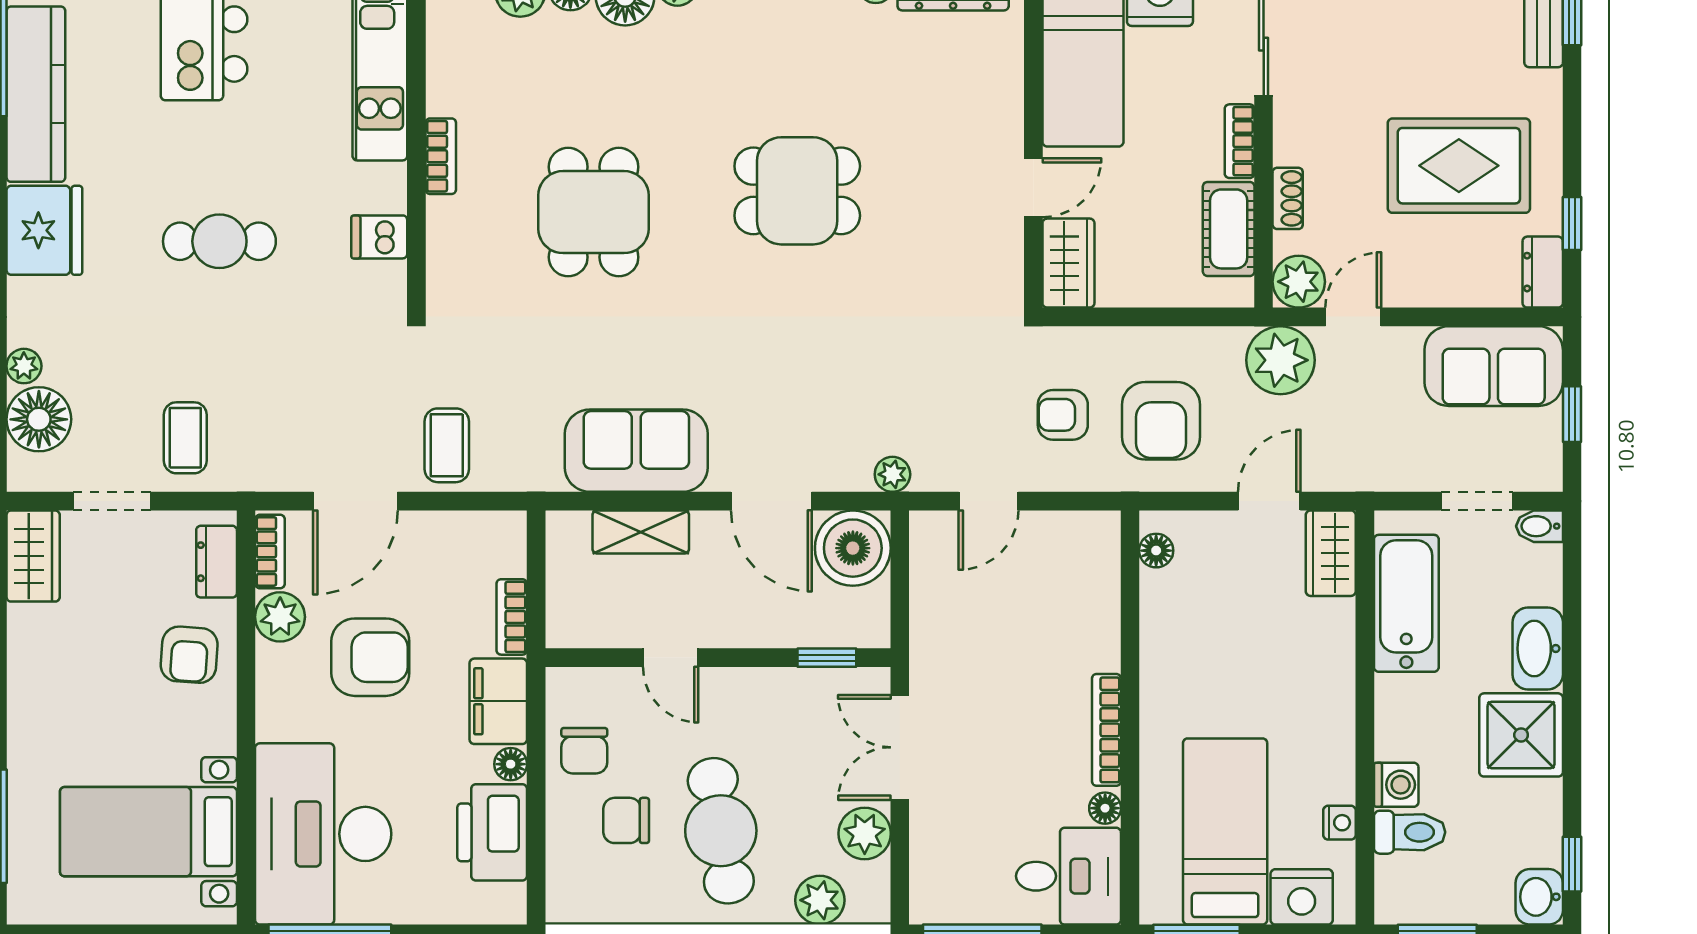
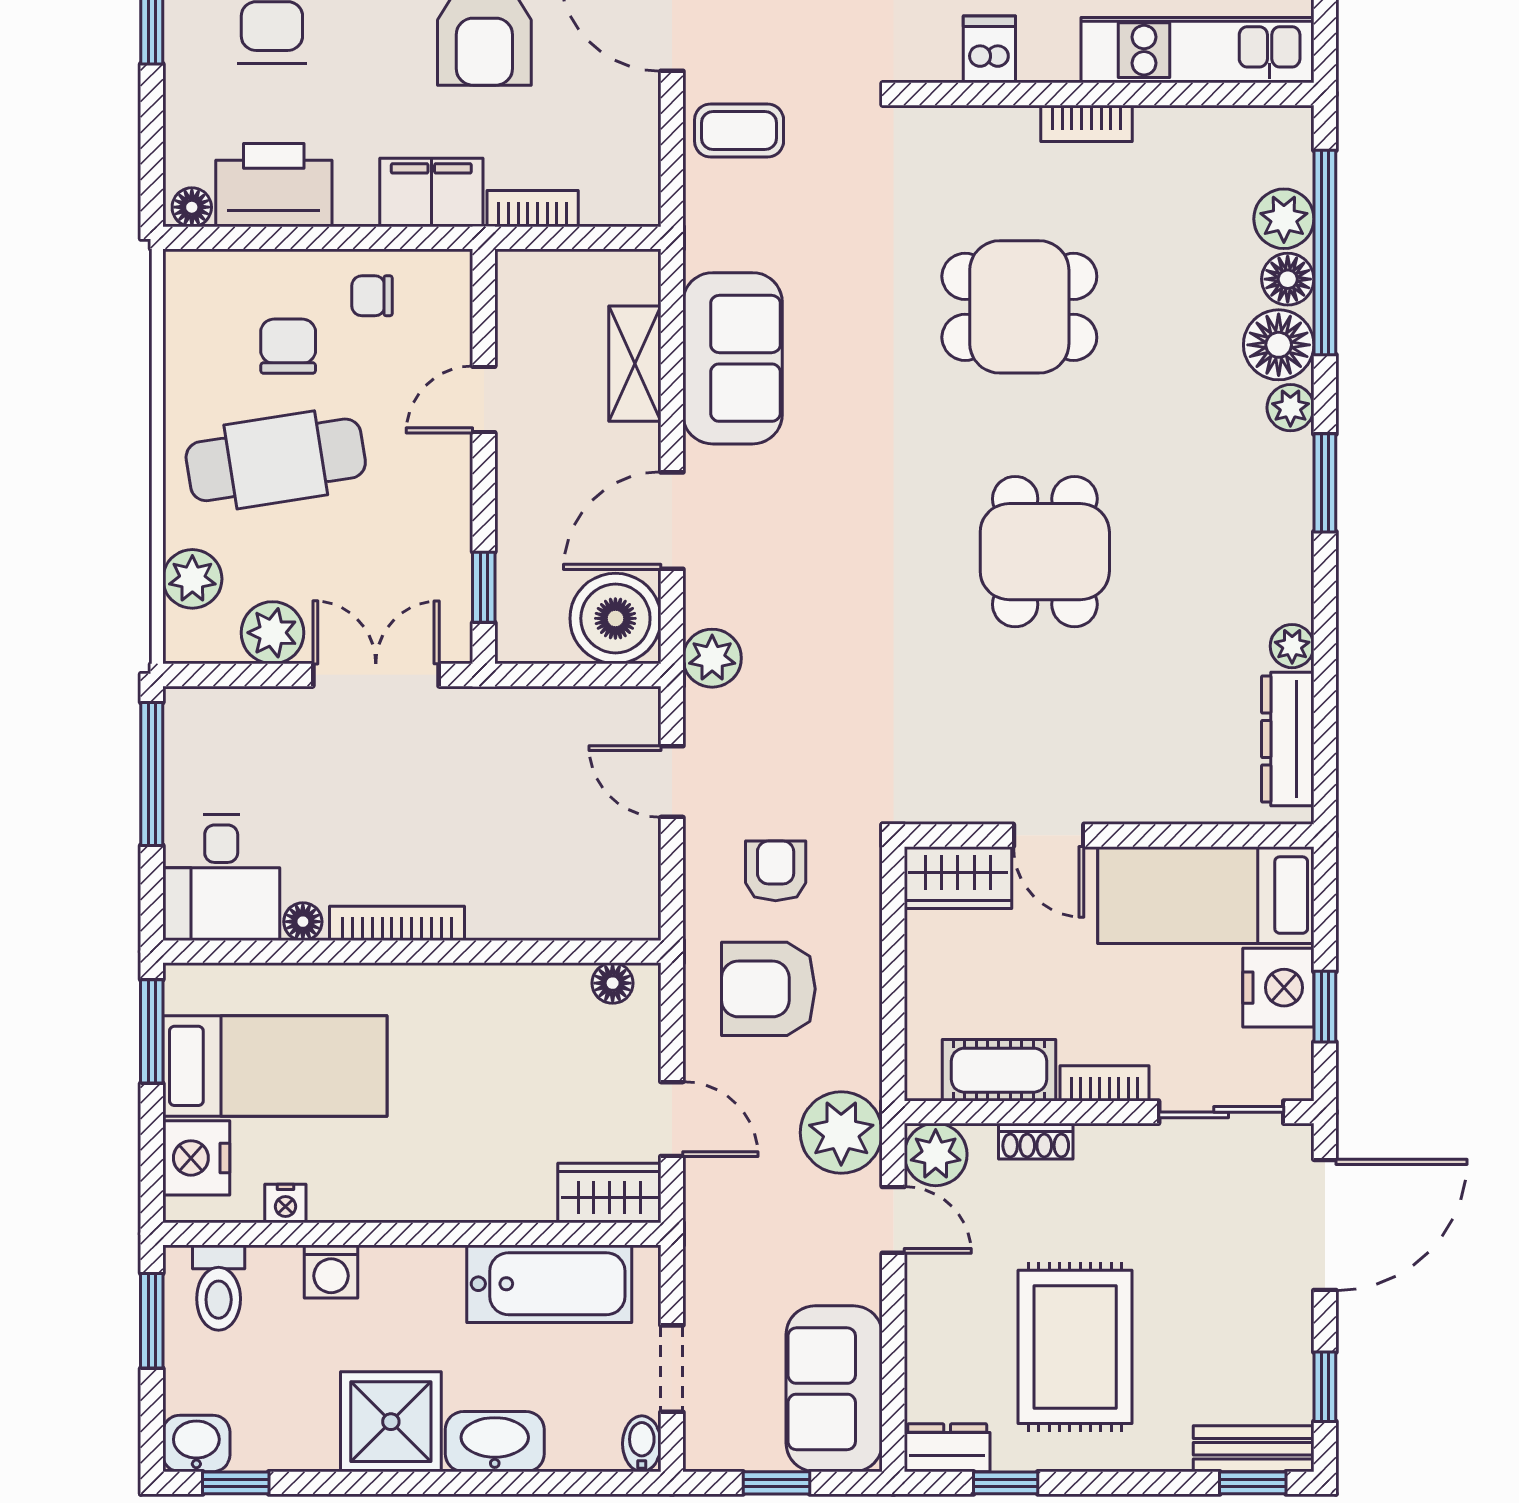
plant: (892, 474) -> (712, 658), width x1.38, depth x1.38
chair: (584, 751) -> (372, 296), width x0.73, depth x0.73
floor lamp: (511, 764) -> (192, 207), moved
toilet: (1410, 832) -> (219, 1288), moved

